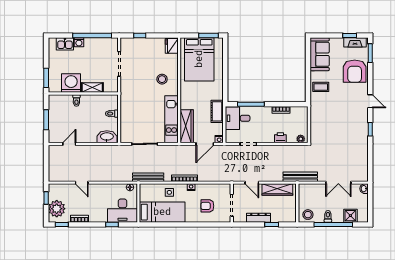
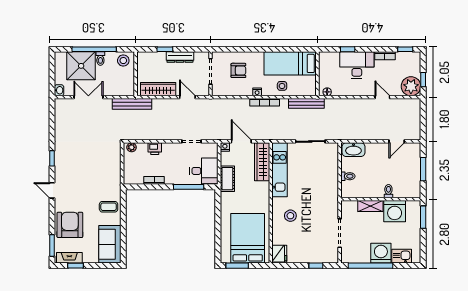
washing machine: (79, 42) -> (381, 253), width x1.89, depth x1.89
door: (205, 144) -> (241, 141), hinge flipped
plant: (57, 209) -> (411, 86), moved
desk: (122, 211) -> (357, 65), moved
shower: (350, 216) -> (81, 66), width x1.86, depth x1.86

